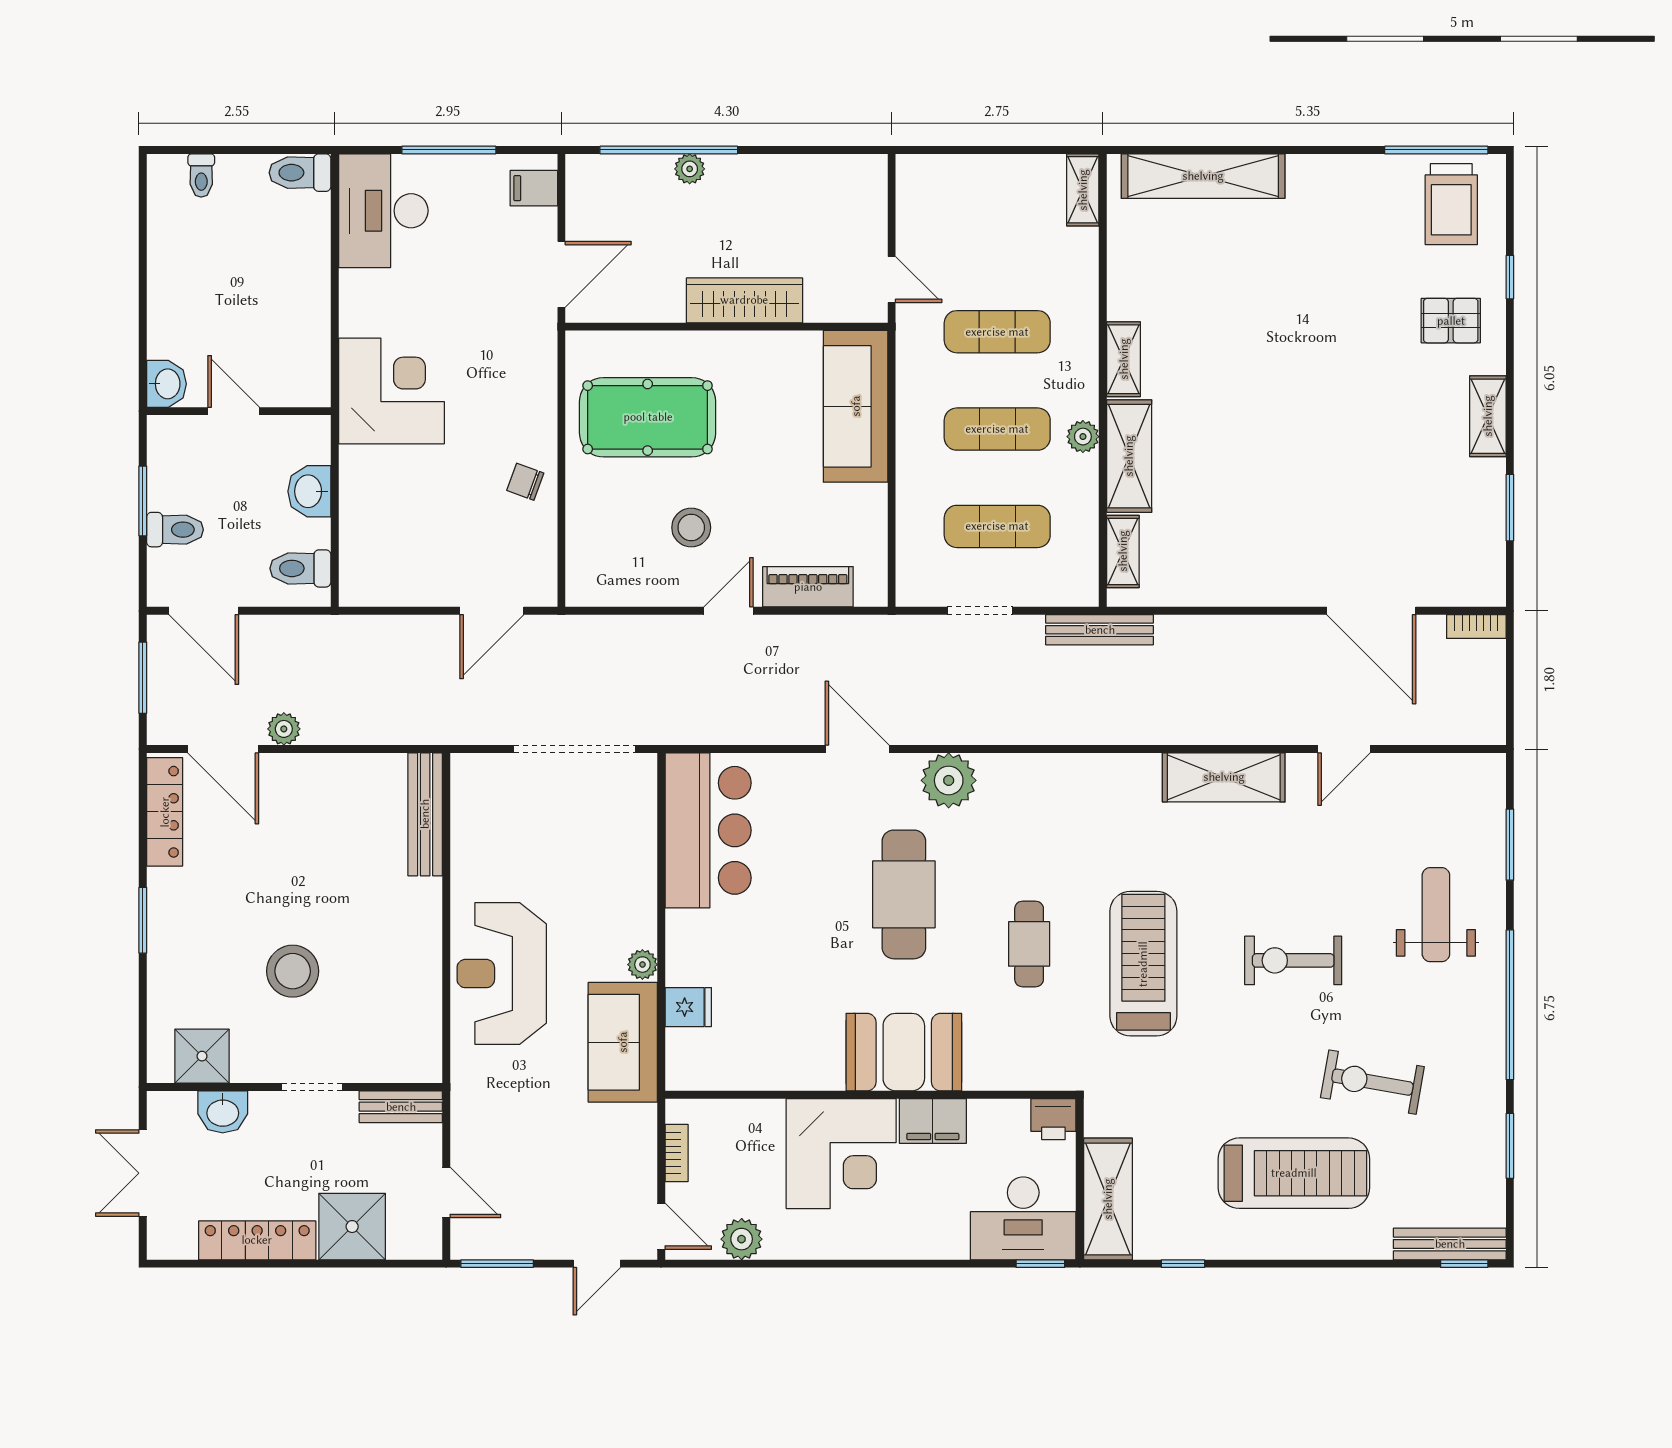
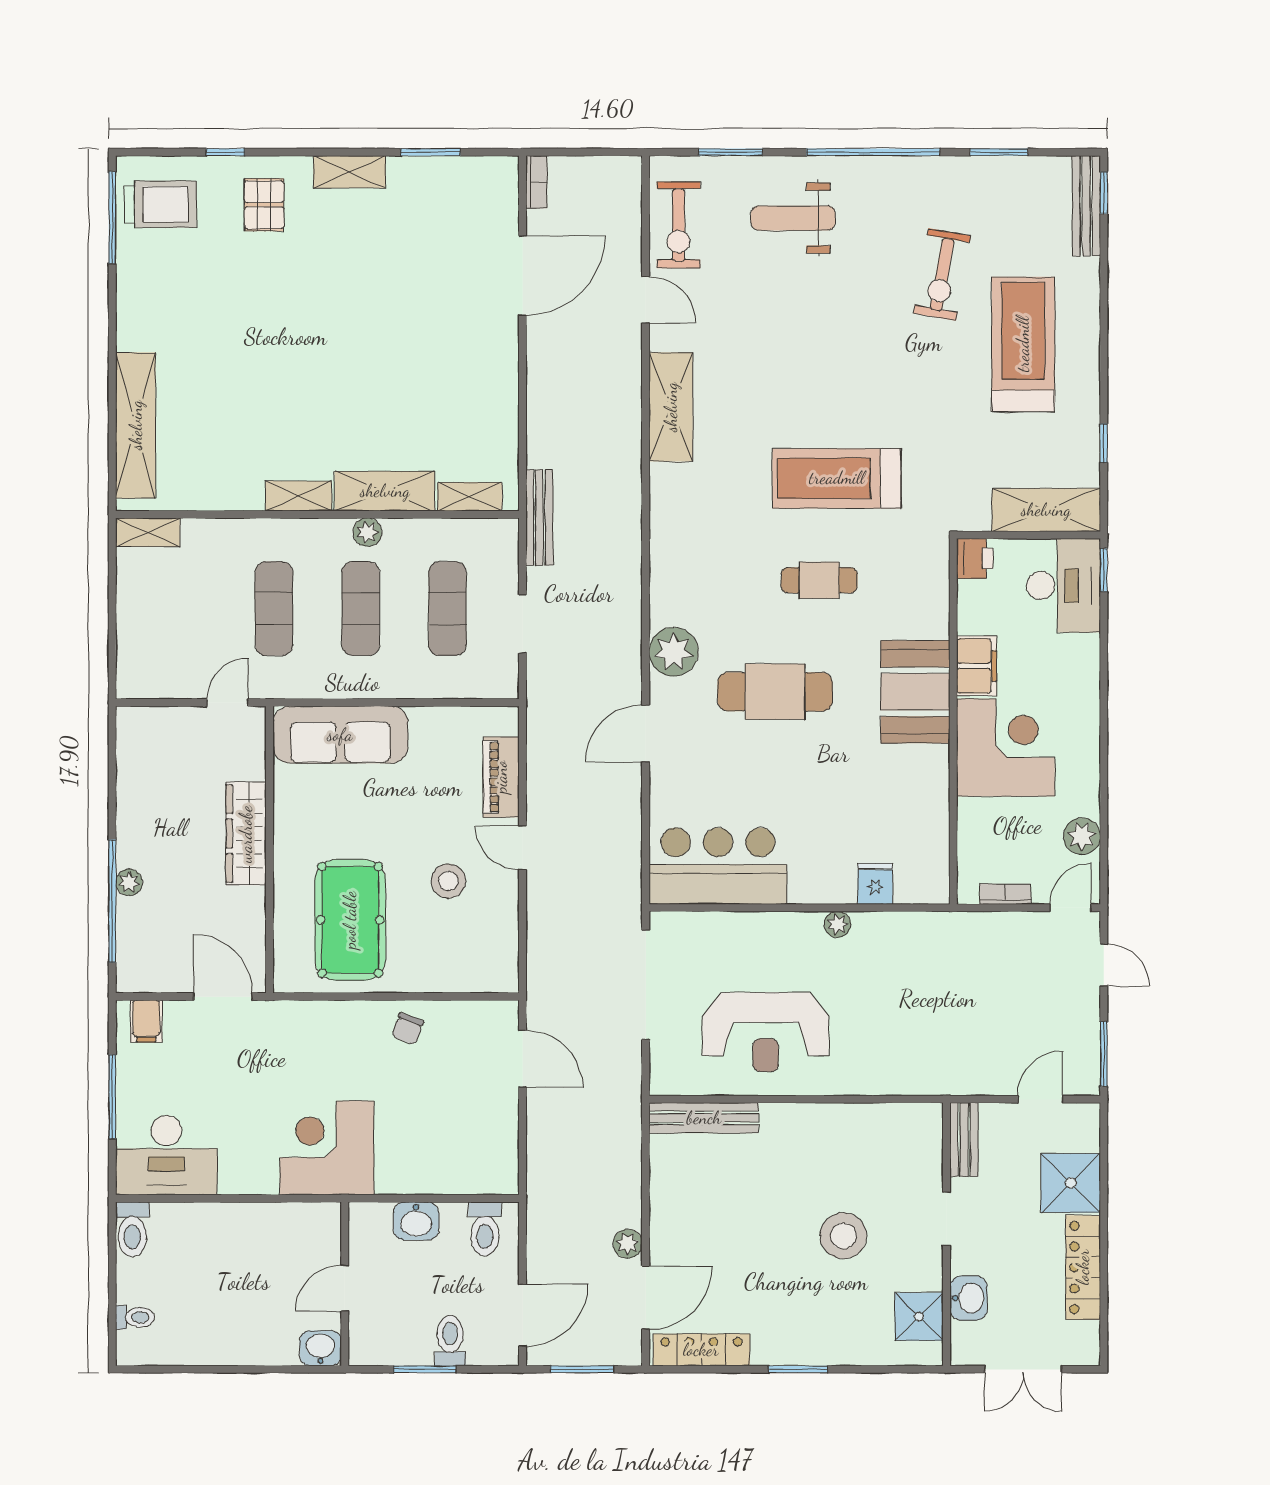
exercise bike: (1293, 960) -> (679, 225), moved
reception desk: (502, 974) -> (766, 1032), moved
sofa: (623, 1042) -> (907, 942), removed

